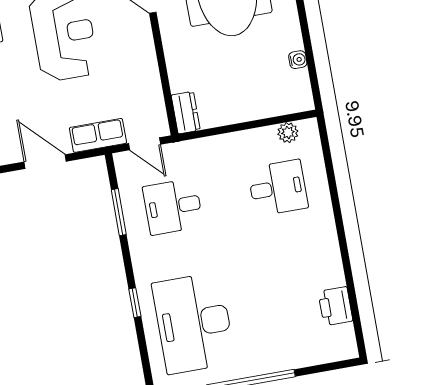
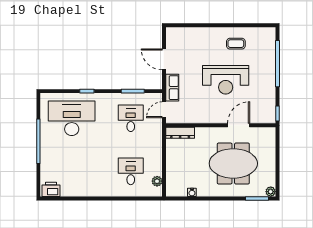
dresser: (186, 113) -> (180, 133), width x1.44
door: (45, 162) -> (164, 59), swing flipped
desk: (278, 188) -> (131, 171), turned 180
printer: (335, 306) -> (51, 189), moved

